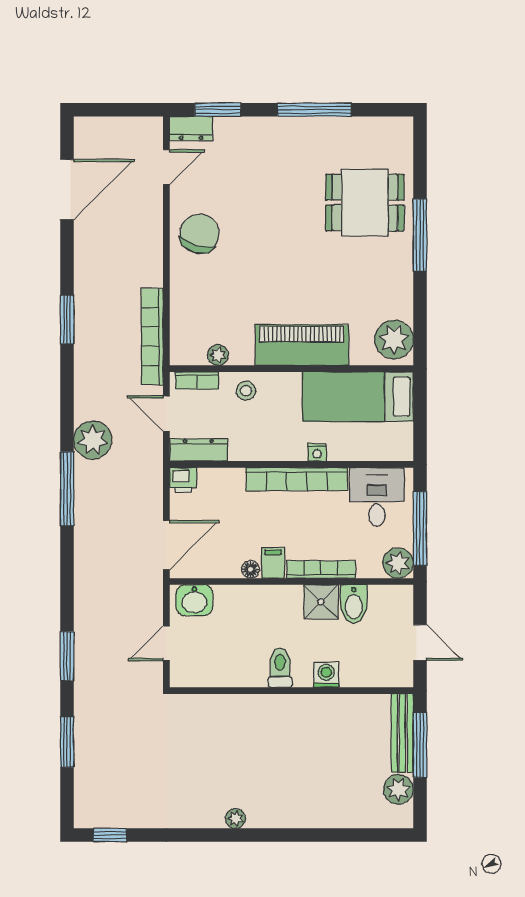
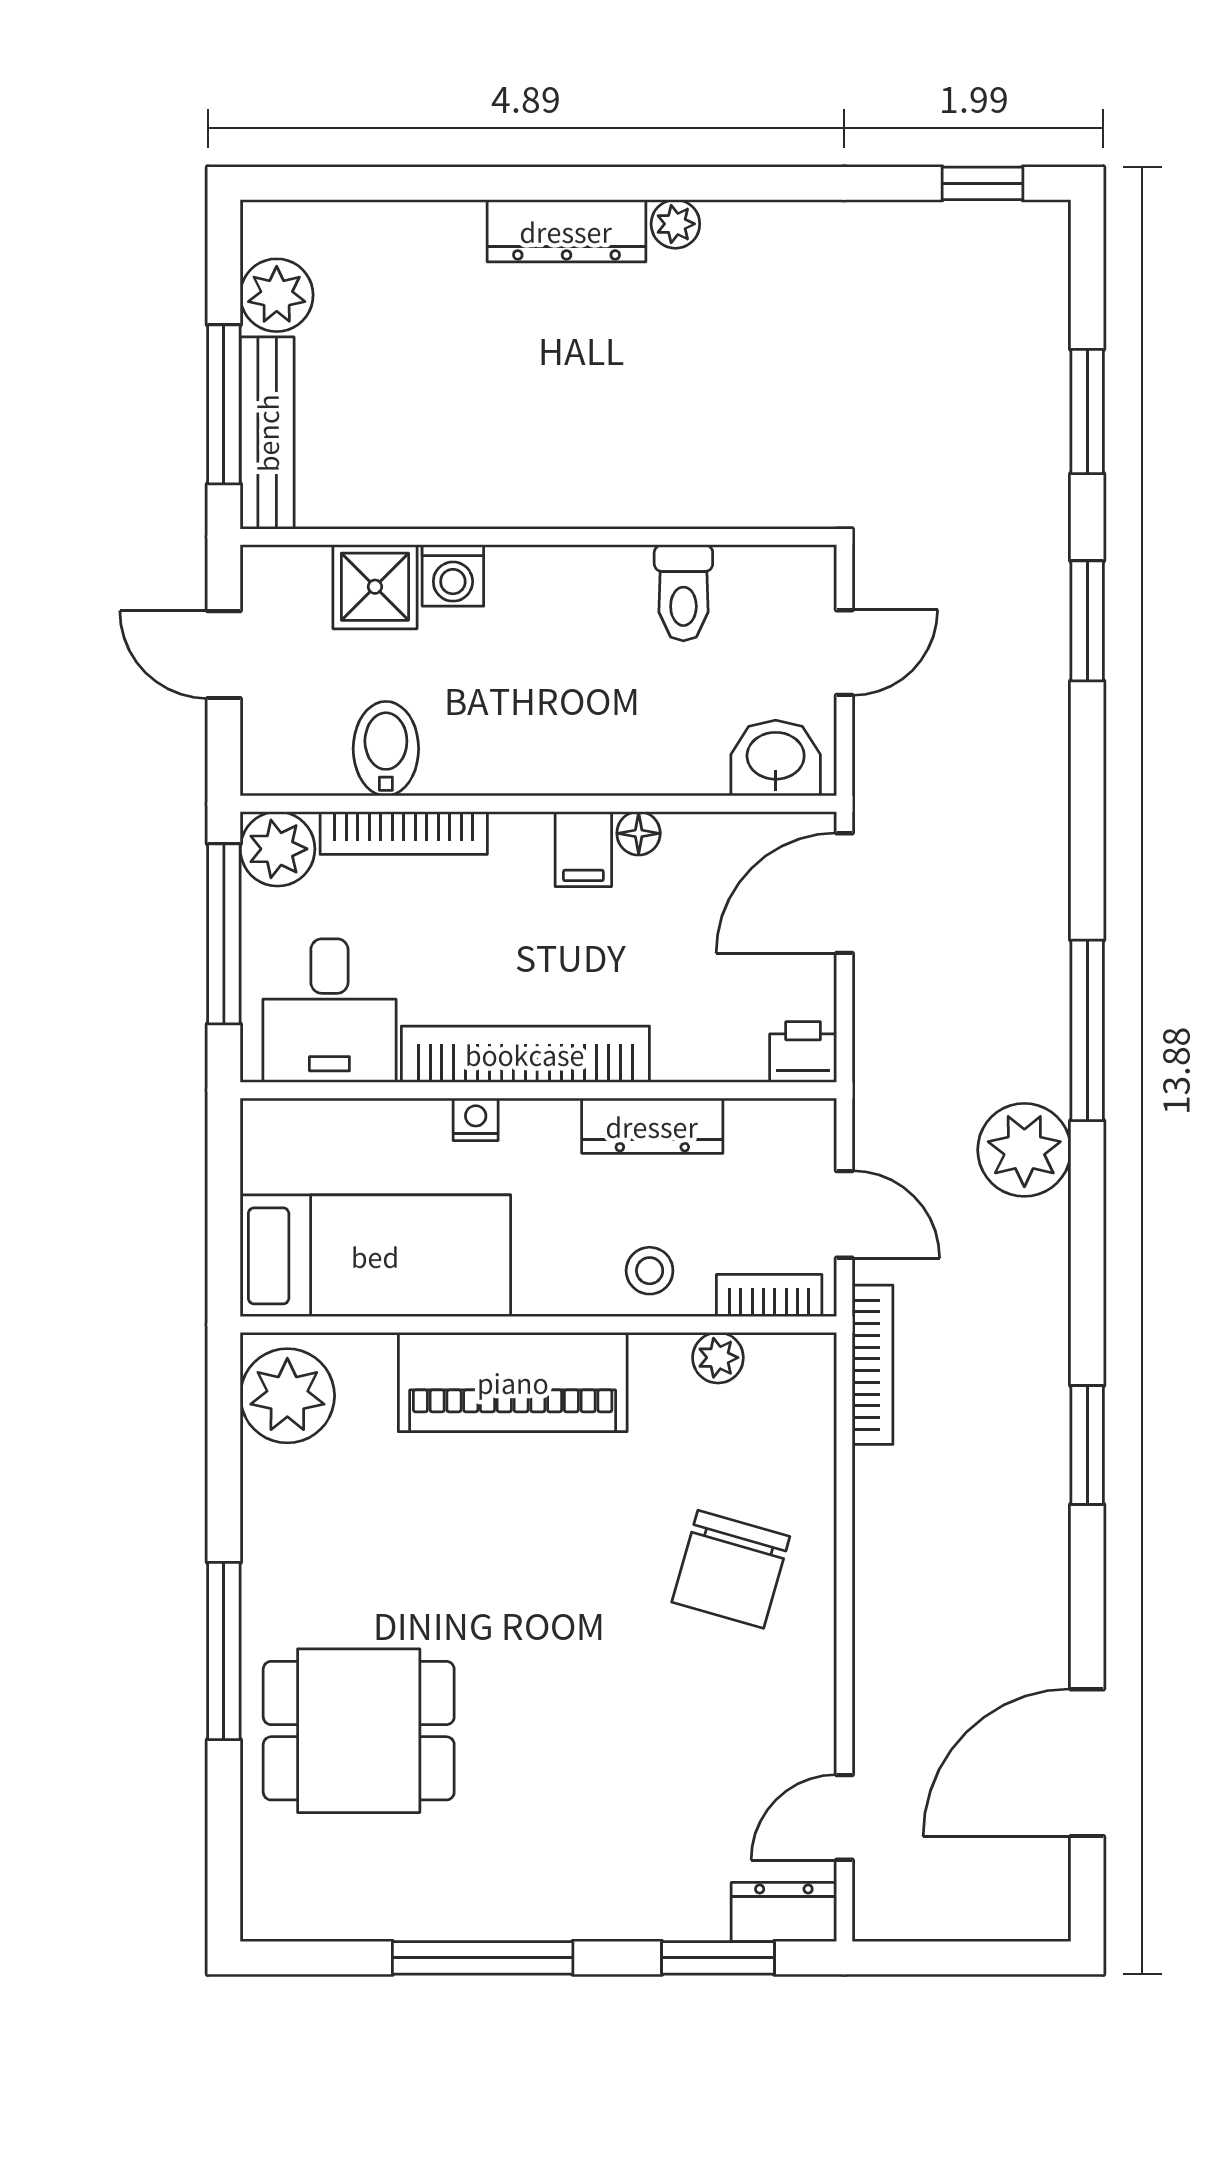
chair: (199, 234) -> (731, 1569), moved
bookcase: (152, 337) -> (873, 1365), width x0.68, depth x0.76
dresser: (198, 450) -> (652, 1126), moved
bookcase: (321, 570) -> (404, 833), moved
shower: (321, 602) -> (375, 587), moved
toilet: (280, 668) -> (683, 593), moved
dresser: (280, 816) -> (566, 231), added

